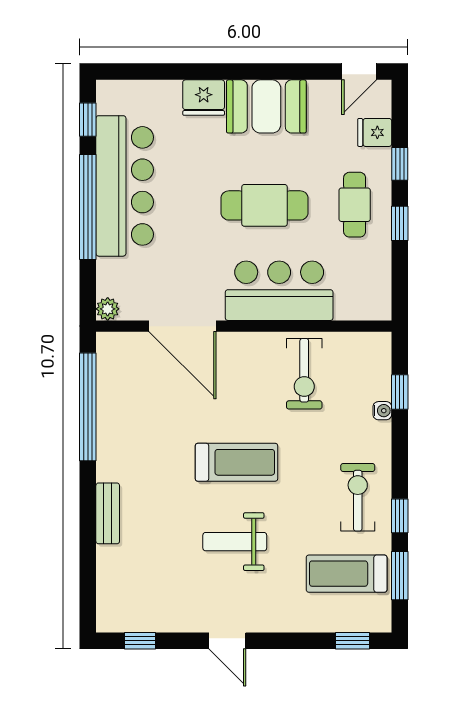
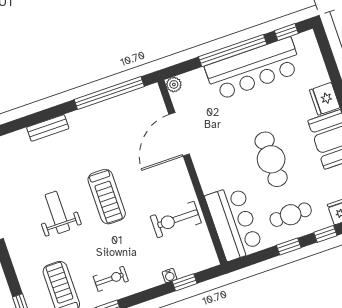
bar counter: (279, 291) -> (234, 223), moved
exercise bike: (358, 497) -> (111, 279), width x0.73, depth x0.72

